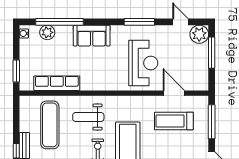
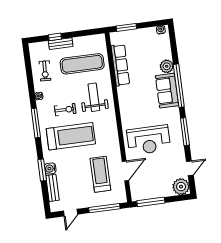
window: (59, 22) -> (179, 86), moved
plant: (47, 32) -> (167, 66), moved
window: (212, 53) -> (151, 202), moved

